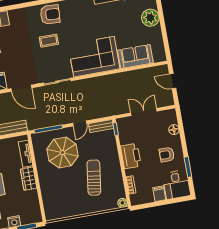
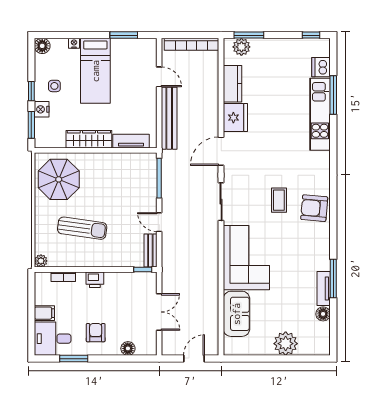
armchair: (50, 14) -> (314, 208), turned 92
parasol: (63, 153) -> (59, 179), moved
printer: (131, 156) -> (95, 280), width x0.53, depth x0.68
wardrobe: (29, 179) -> (89, 139), width x1.50

